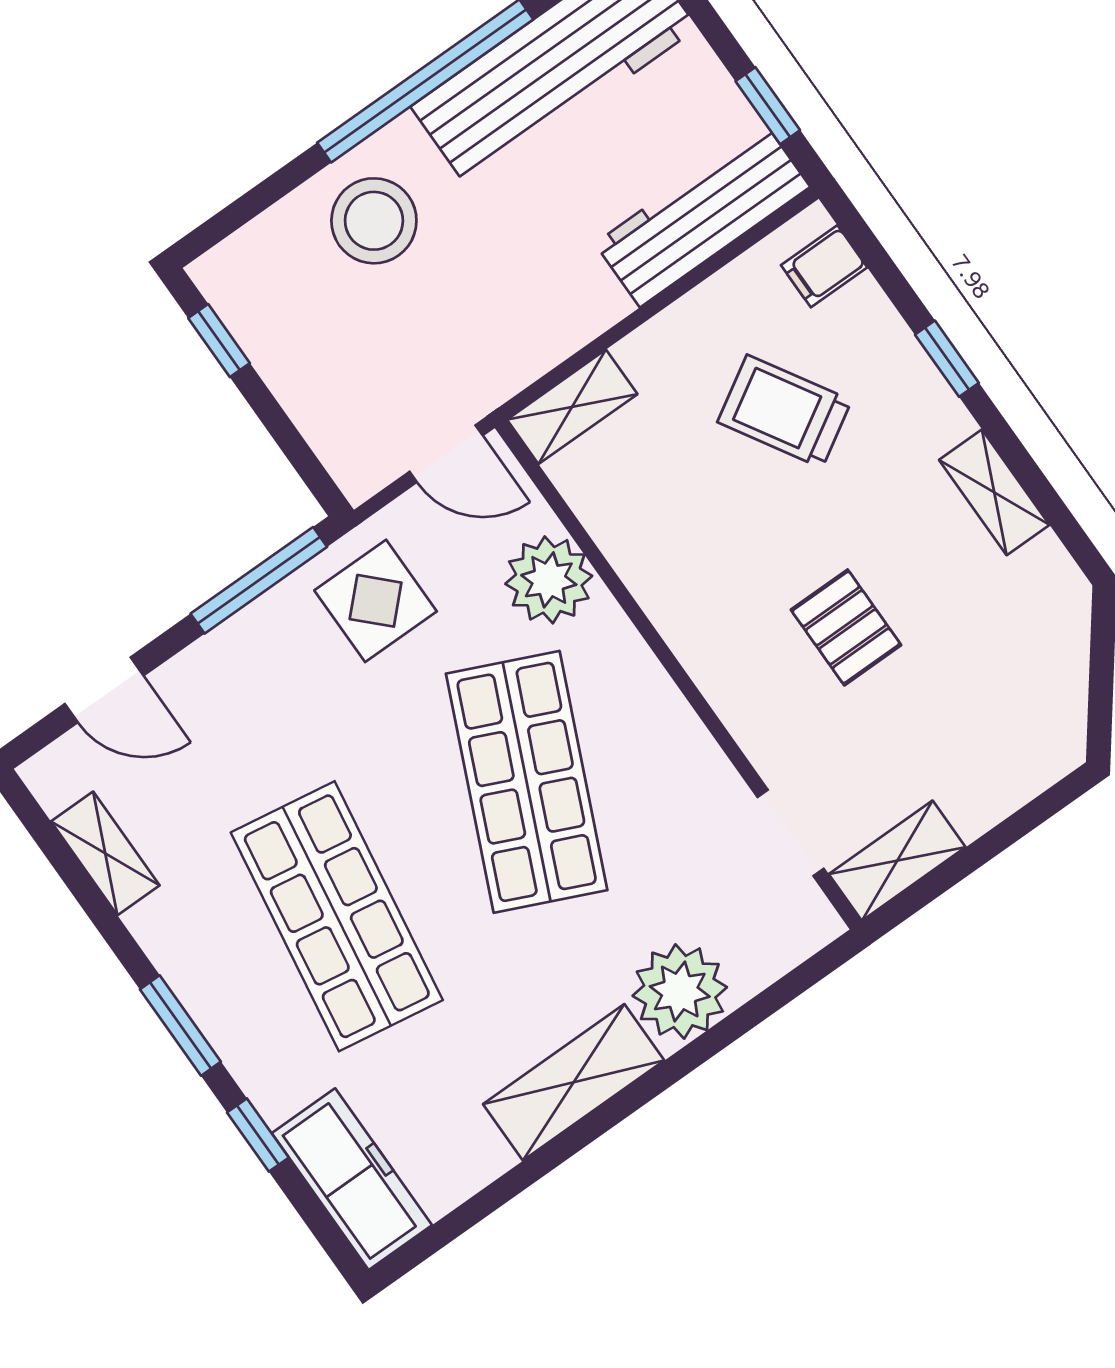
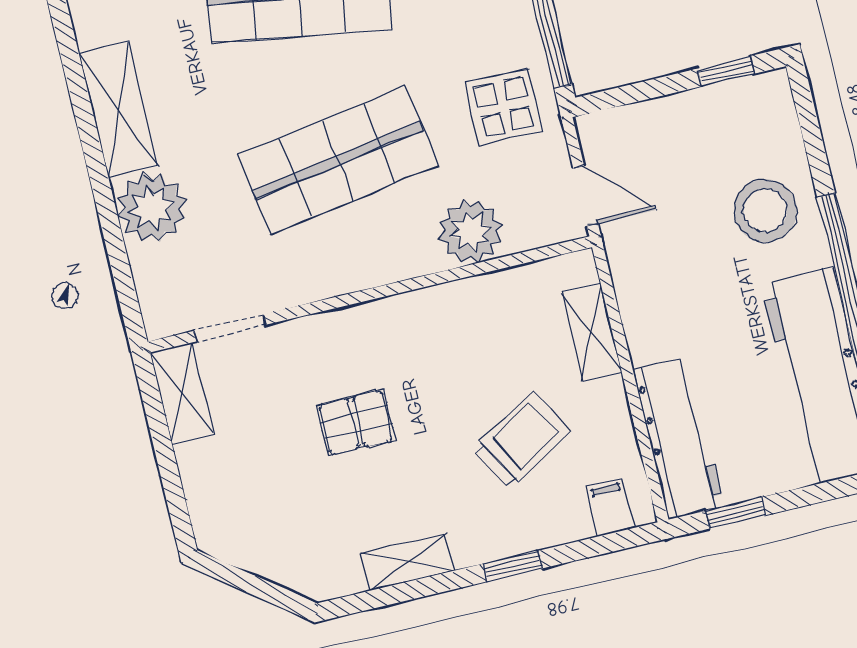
shelving: (572, 407) -> (592, 332), moved
door: (446, 454) -> (586, 196), swing flipped
shop shelf: (527, 782) -> (338, 161), turned -33

